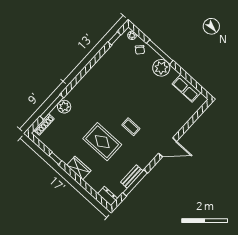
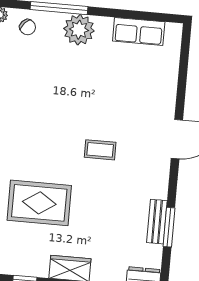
rug: (102, 142) -> (39, 203), moved
window: (135, 183) -> (169, 227), width x0.69

